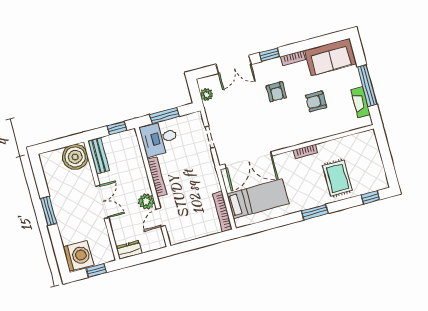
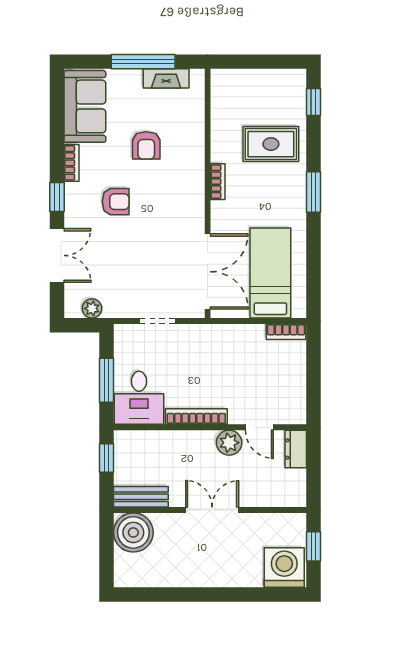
window: (49, 211) -> (204, 595), removed
bookcase: (222, 211) -> (286, 332), width x0.64
dresser: (129, 250) -> (296, 449), moved

